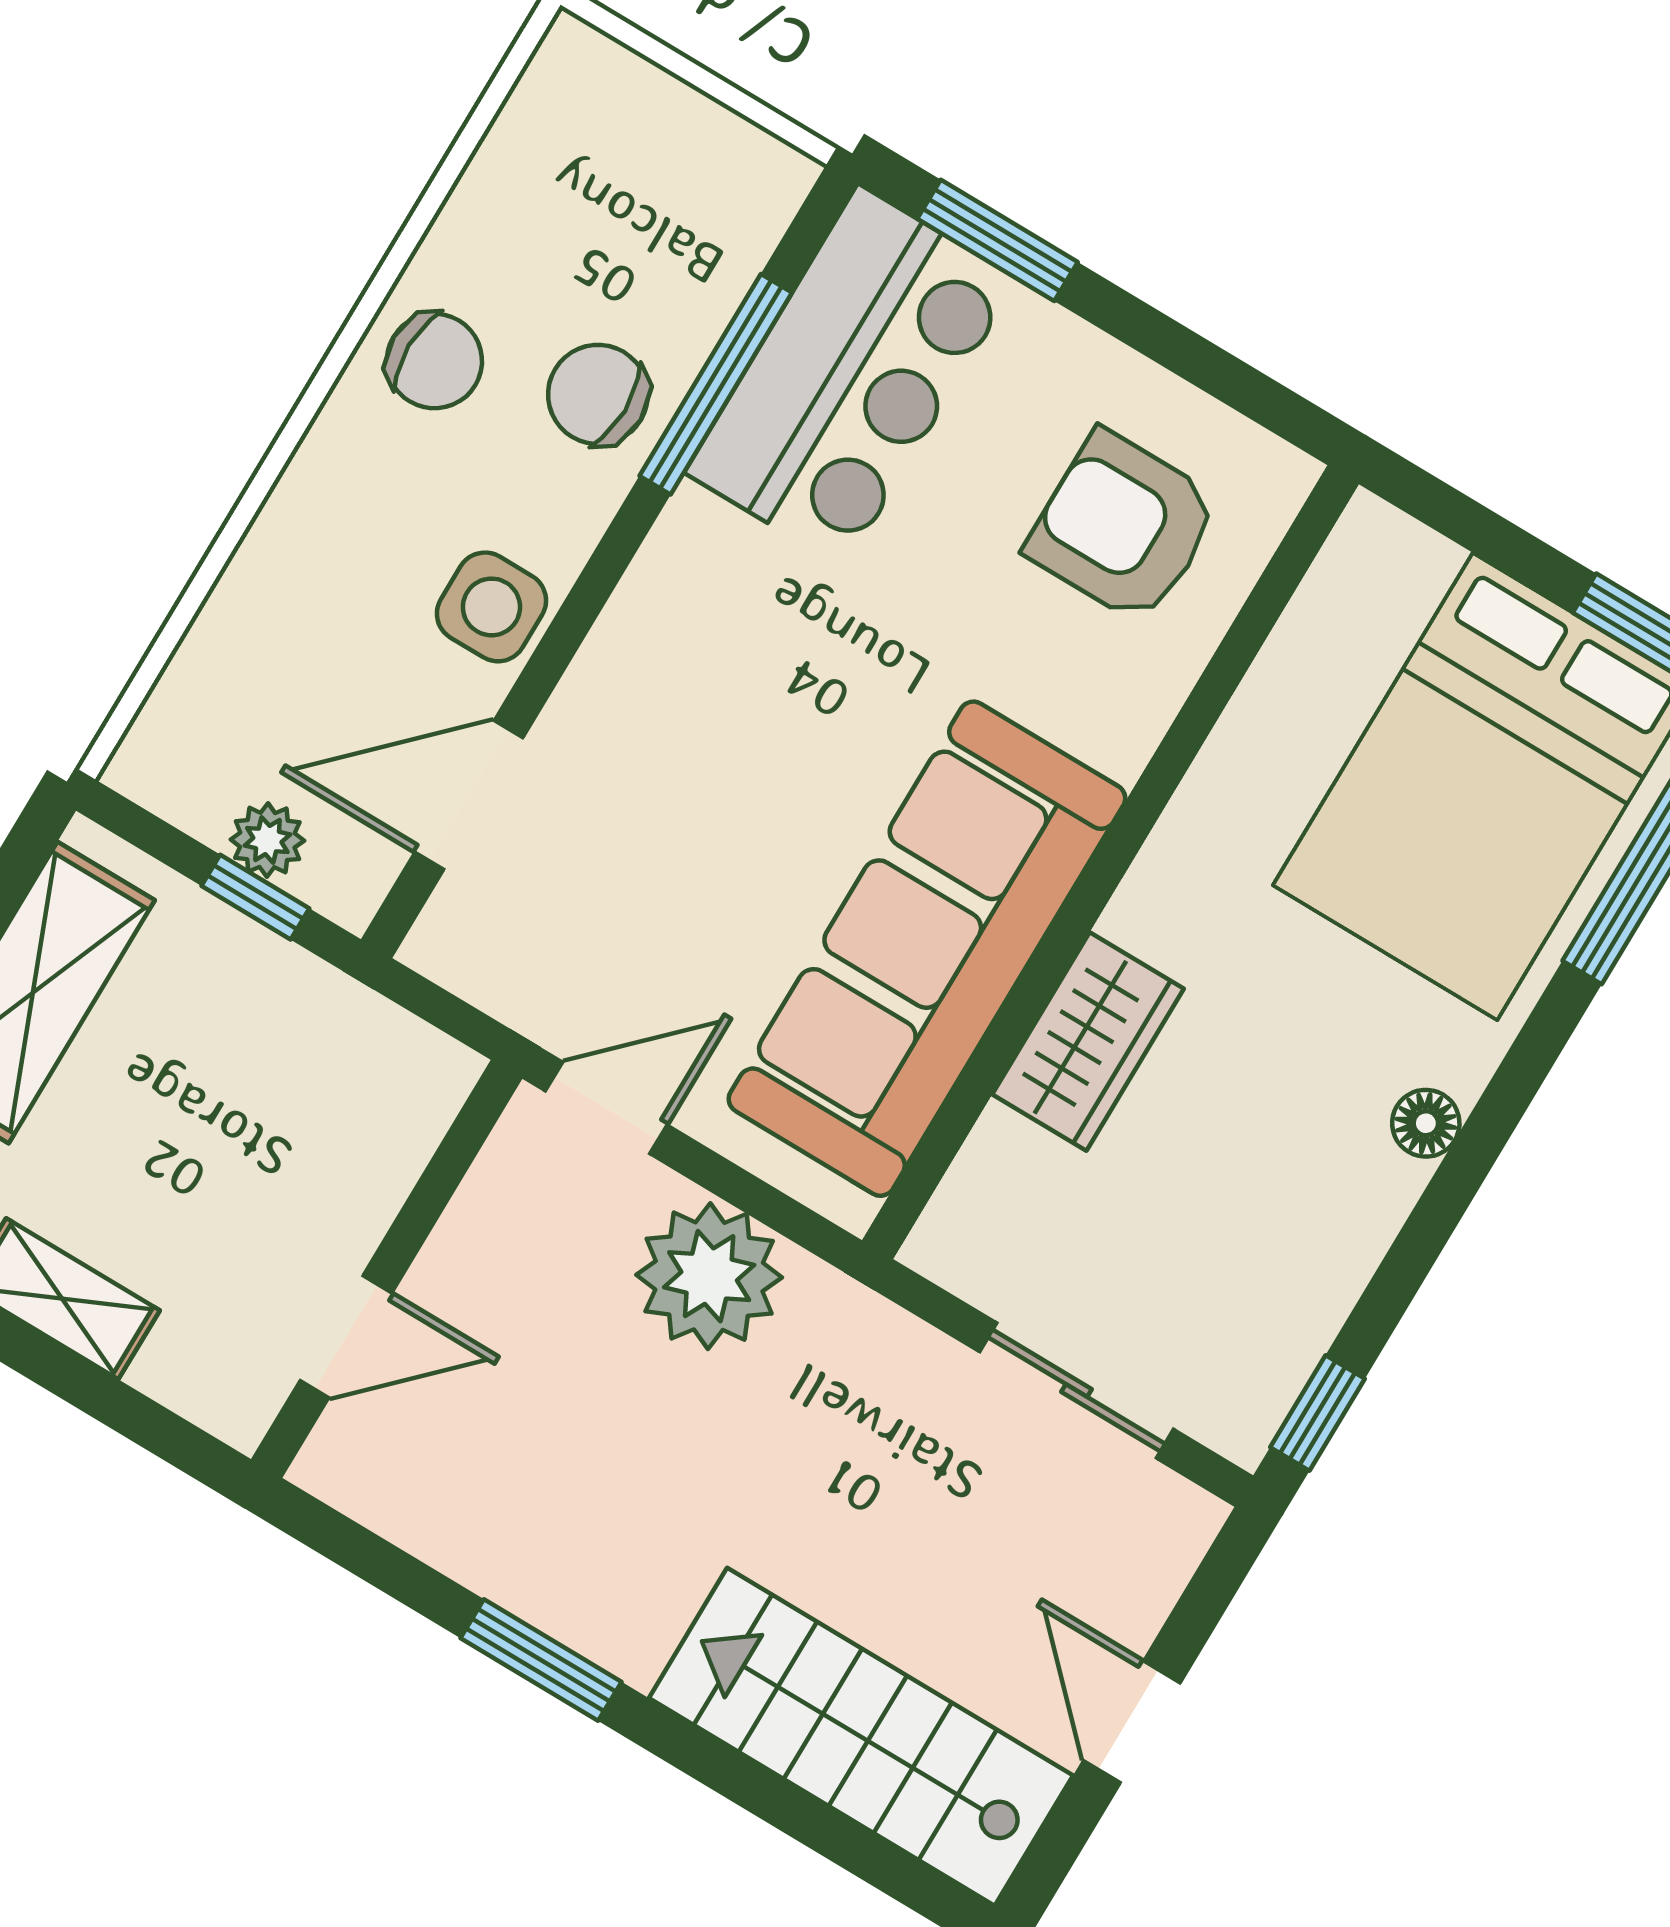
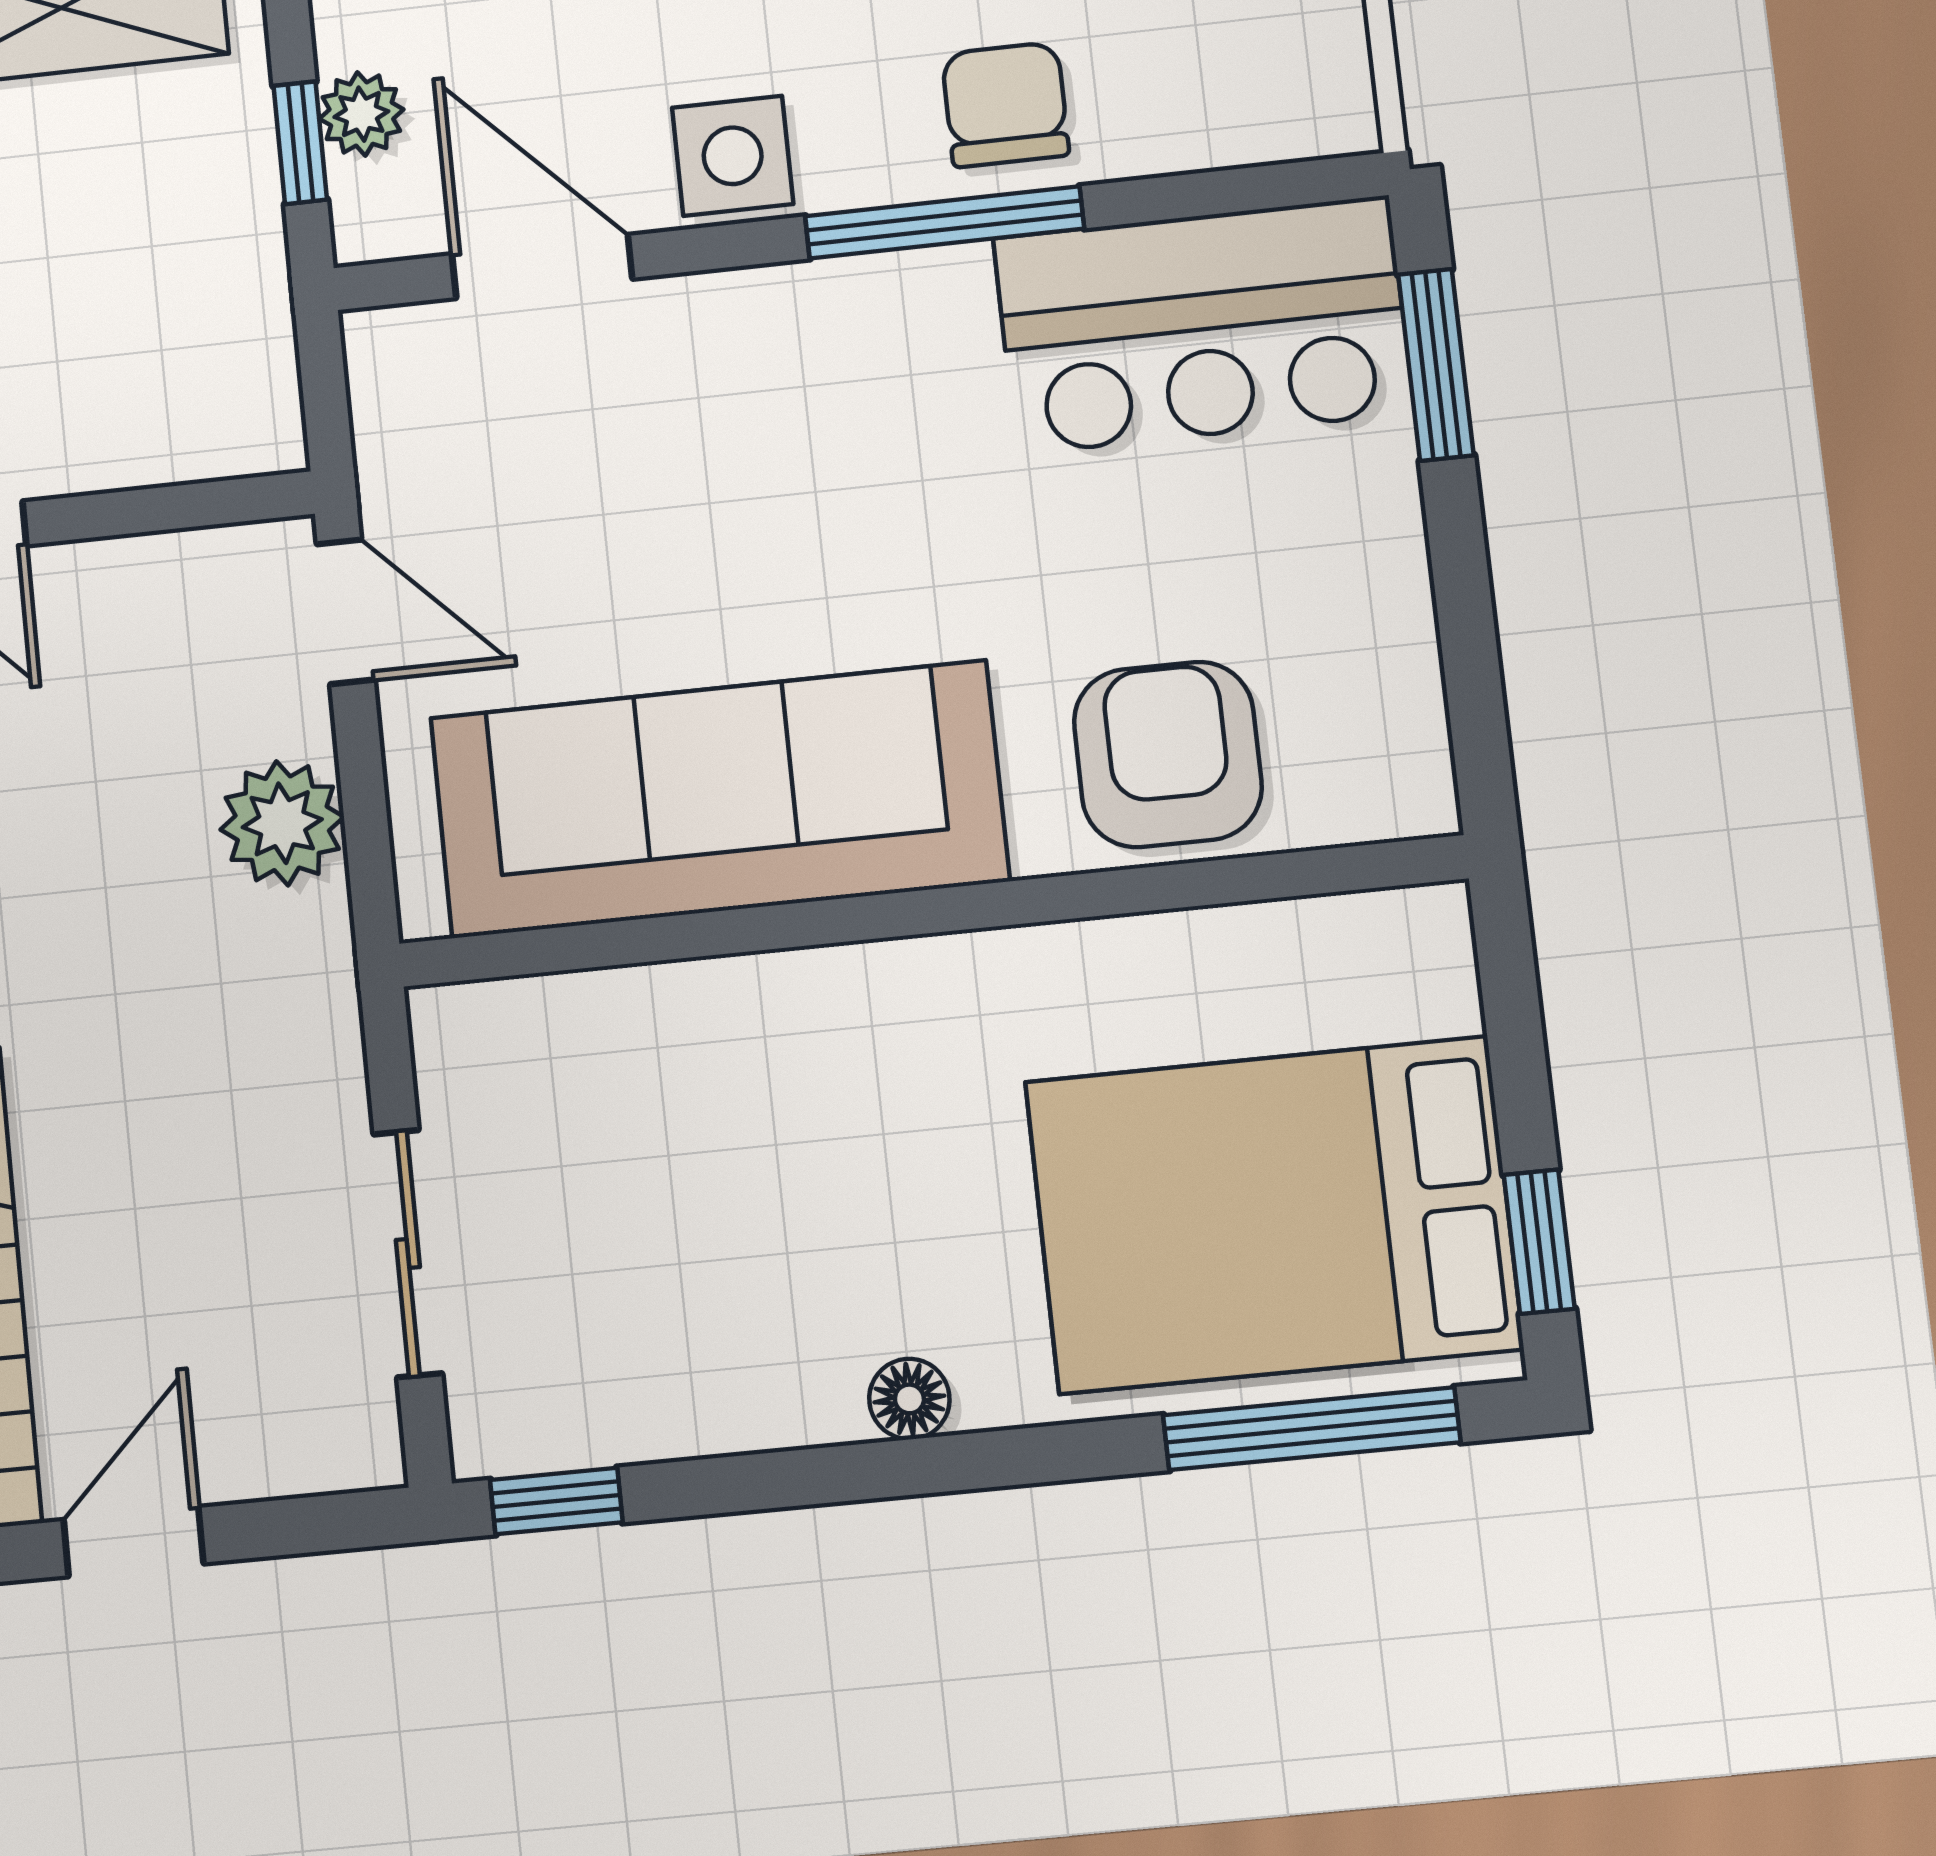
window: (716, 384) -> (945, 222), moved
armchair: (1123, 527) -> (1168, 754), moved
wardrobe: (1088, 1042) -> (745, 1017), removed
plant: (709, 1276) -> (282, 823), width x0.73, depth x0.73

